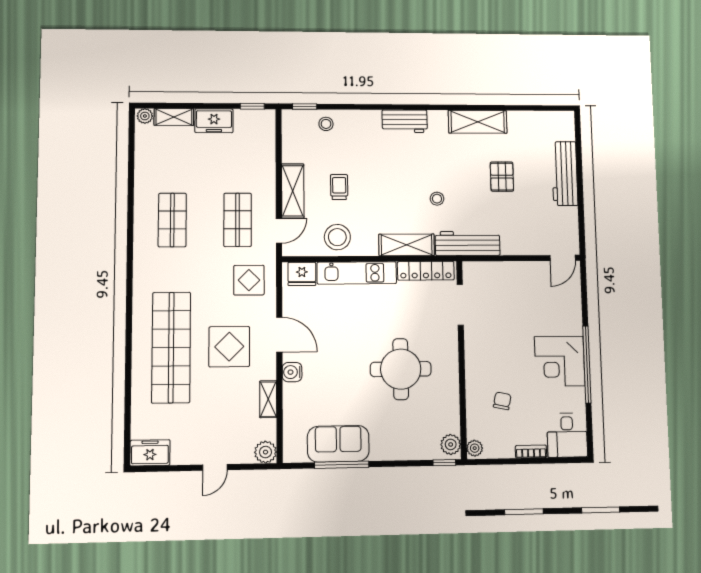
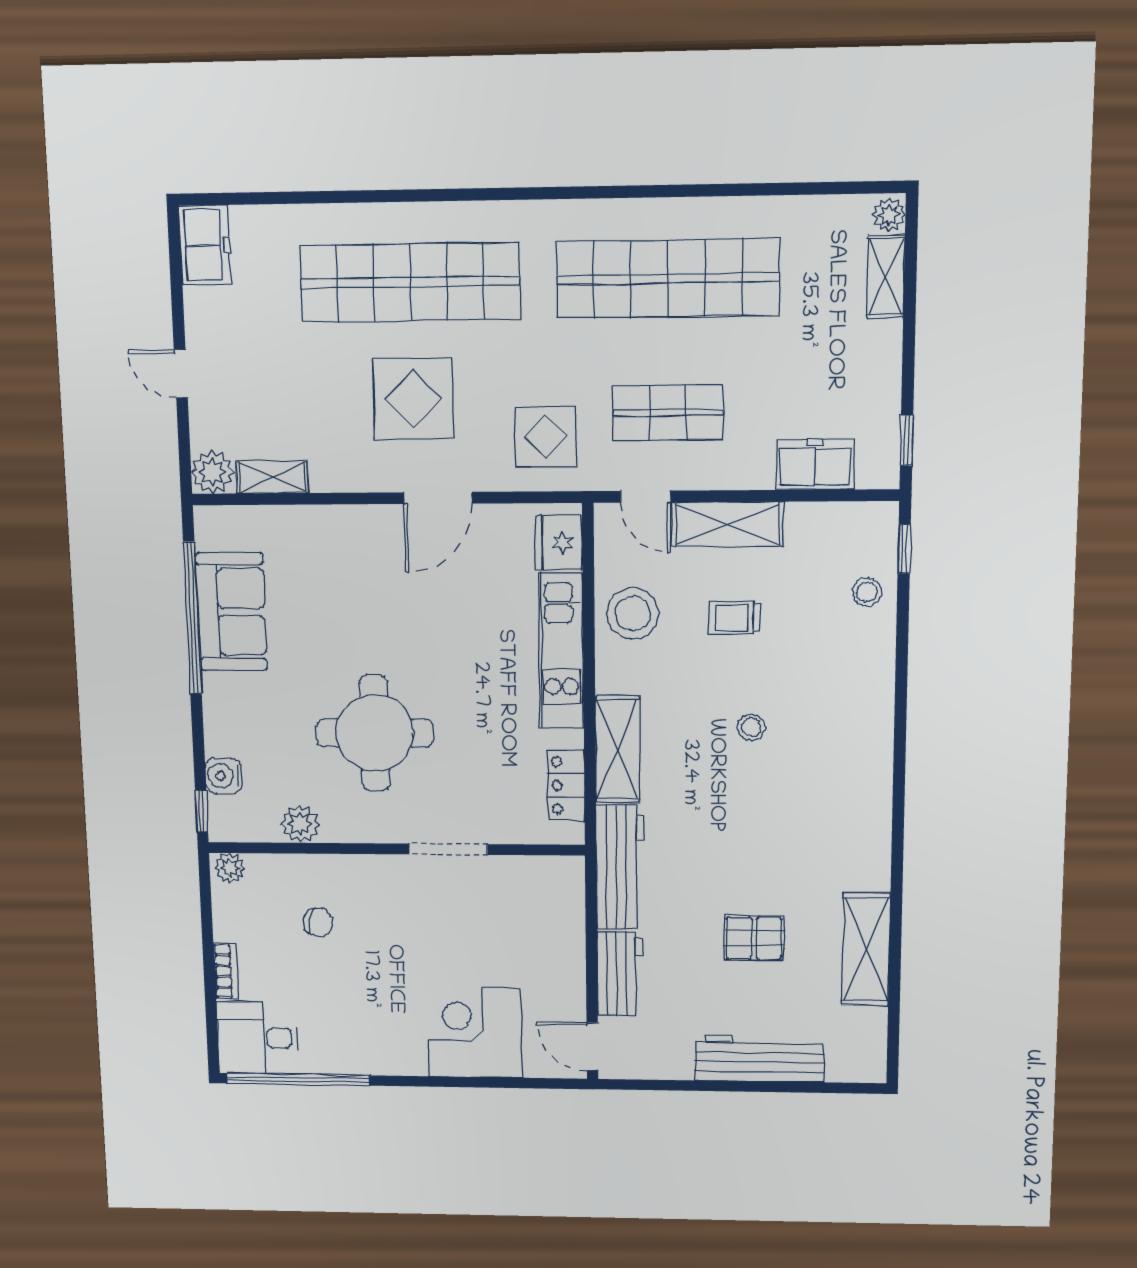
freezer: (214, 121) -> (815, 464), moved, turned 90
workbench: (405, 121) -> (620, 974), moved, turned 180
shelving: (478, 122) -> (866, 949), moved
trolley: (339, 187) -> (735, 618), turned 180
stool: (437, 199) -> (751, 727), moved
shop shelf: (172, 220) -> (668, 278), width x2.00, depth x1.36
locker: (426, 271) -> (566, 785), width x0.66
doorway: (460, 305) -> (448, 849), moved
corner desk: (560, 361) -> (474, 1032), moved
window: (587, 364) -> (298, 1079), moved
water cooler: (292, 372) -> (223, 776), moved, turned -90
shelving: (268, 399) -> (272, 477), moved
plant: (451, 444) -> (300, 824), moved
window: (342, 465) -> (192, 618), width x1.46

